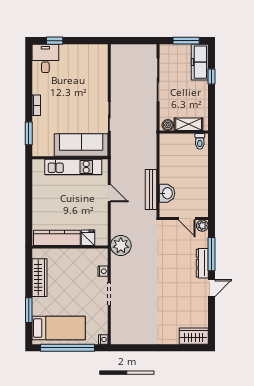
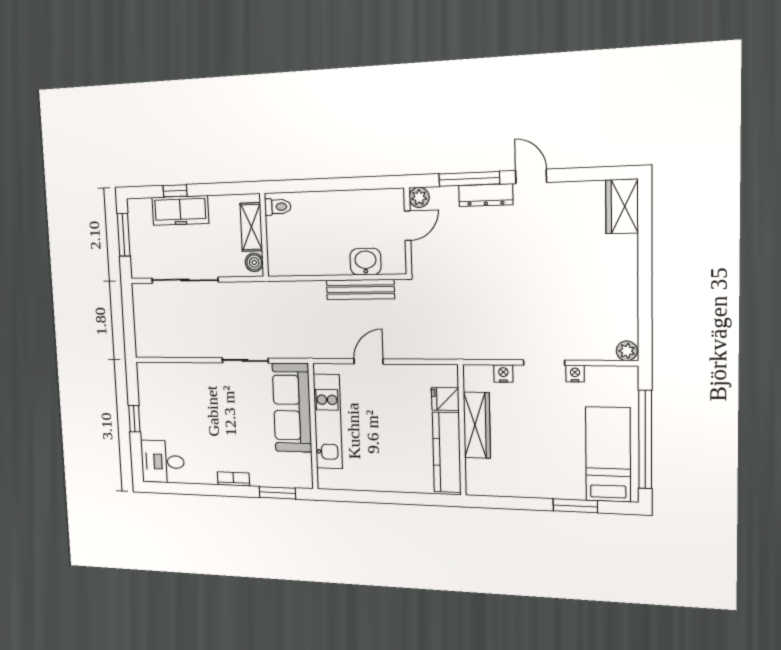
window: (55, 41) -> (134, 419), moved
freezer: (200, 62) -> (180, 210), moved
plant: (121, 245) -> (627, 351), moved, width x0.53, depth x0.53
wardrobe: (39, 278) -> (477, 425), moved, turned 90
nightstand: (103, 340) -> (575, 374), moved

